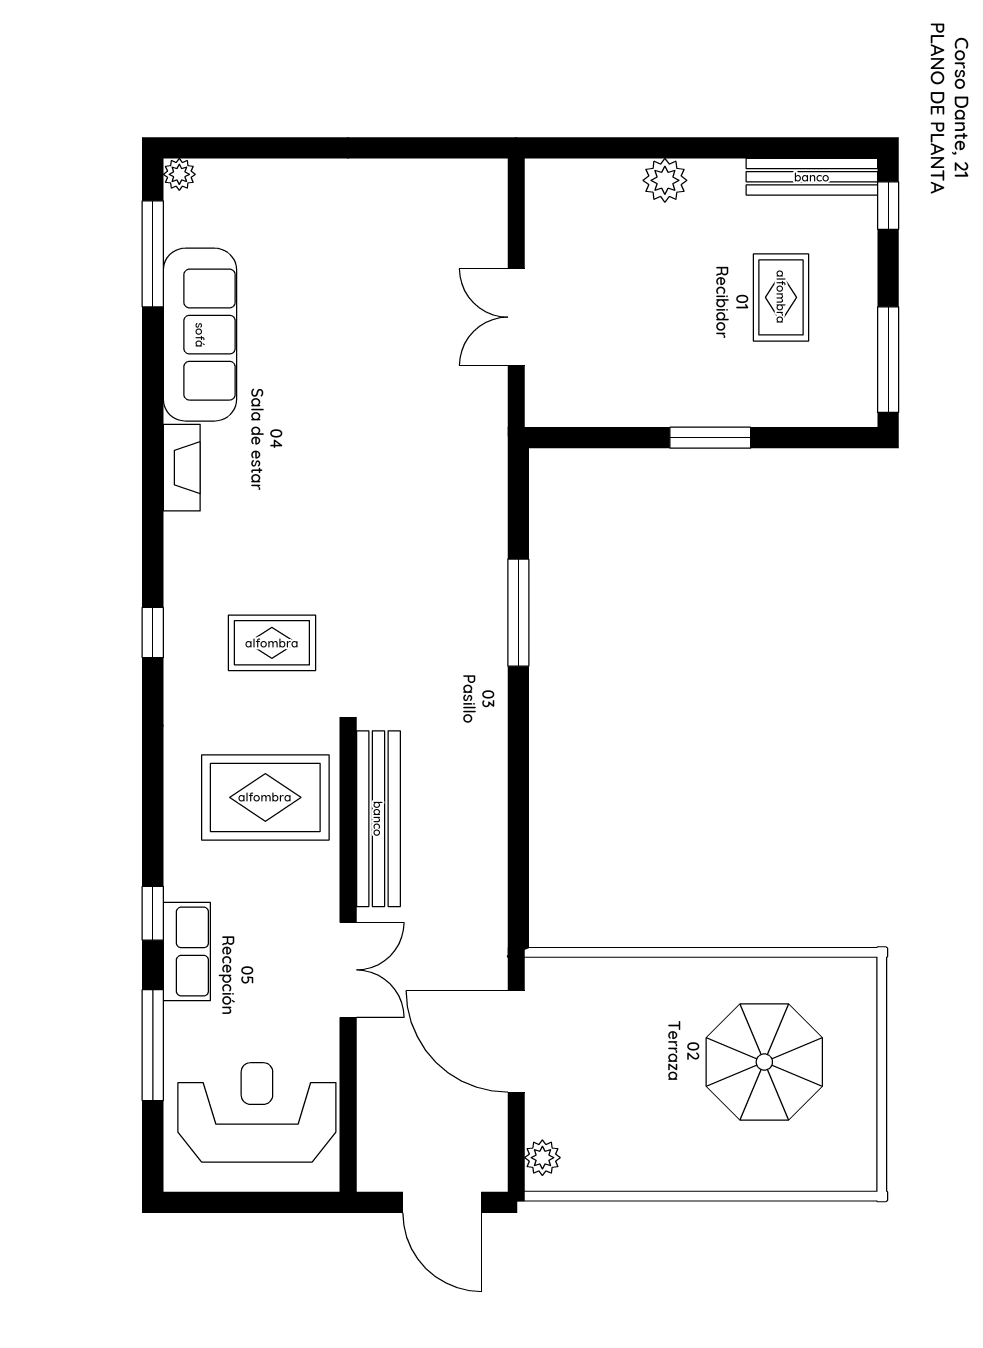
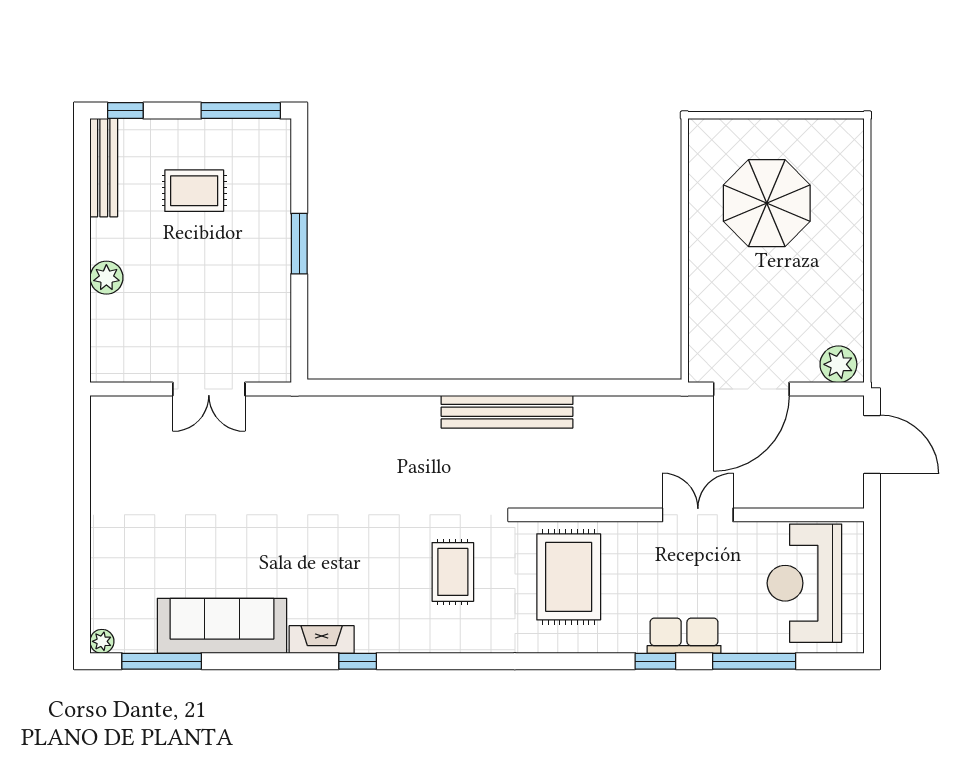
window: (518, 613) -> (430, 387), removed
window: (153, 633) -> (358, 661), moved
bench: (378, 819) -> (507, 412), moved
plant: (542, 1158) -> (838, 364), width x1.38, depth x1.38
door: (442, 1202) -> (872, 444), hinge flipped

